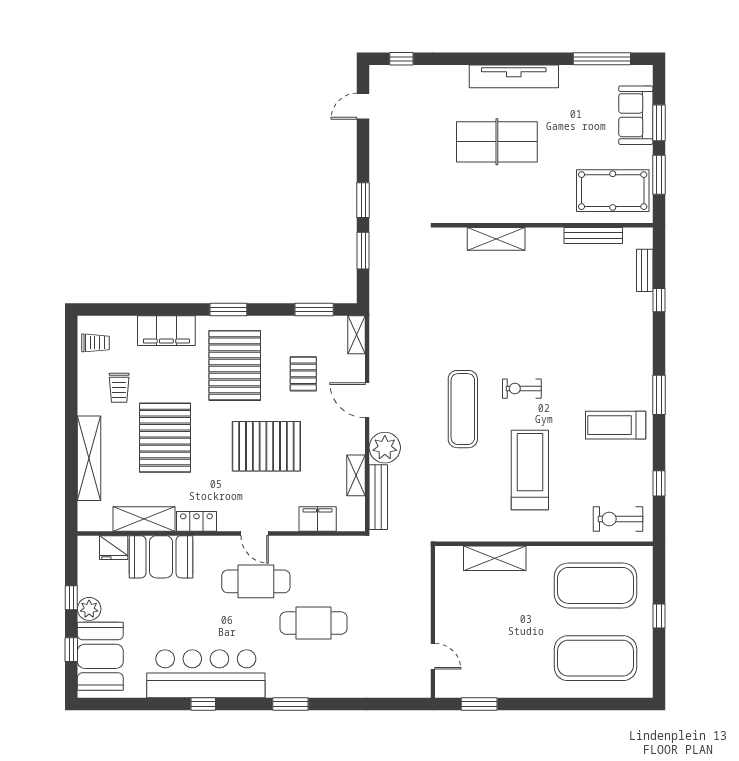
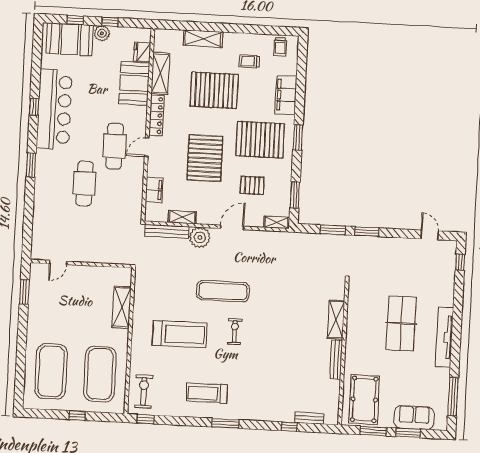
bench: (593, 235) -> (336, 360), moved
treadmill: (616, 425) -> (207, 393), turned -90
shelving: (89, 458) -> (203, 39), width x0.68
window: (659, 483) -> (146, 419), moved
locker: (196, 521) -> (157, 115), width x1.53

